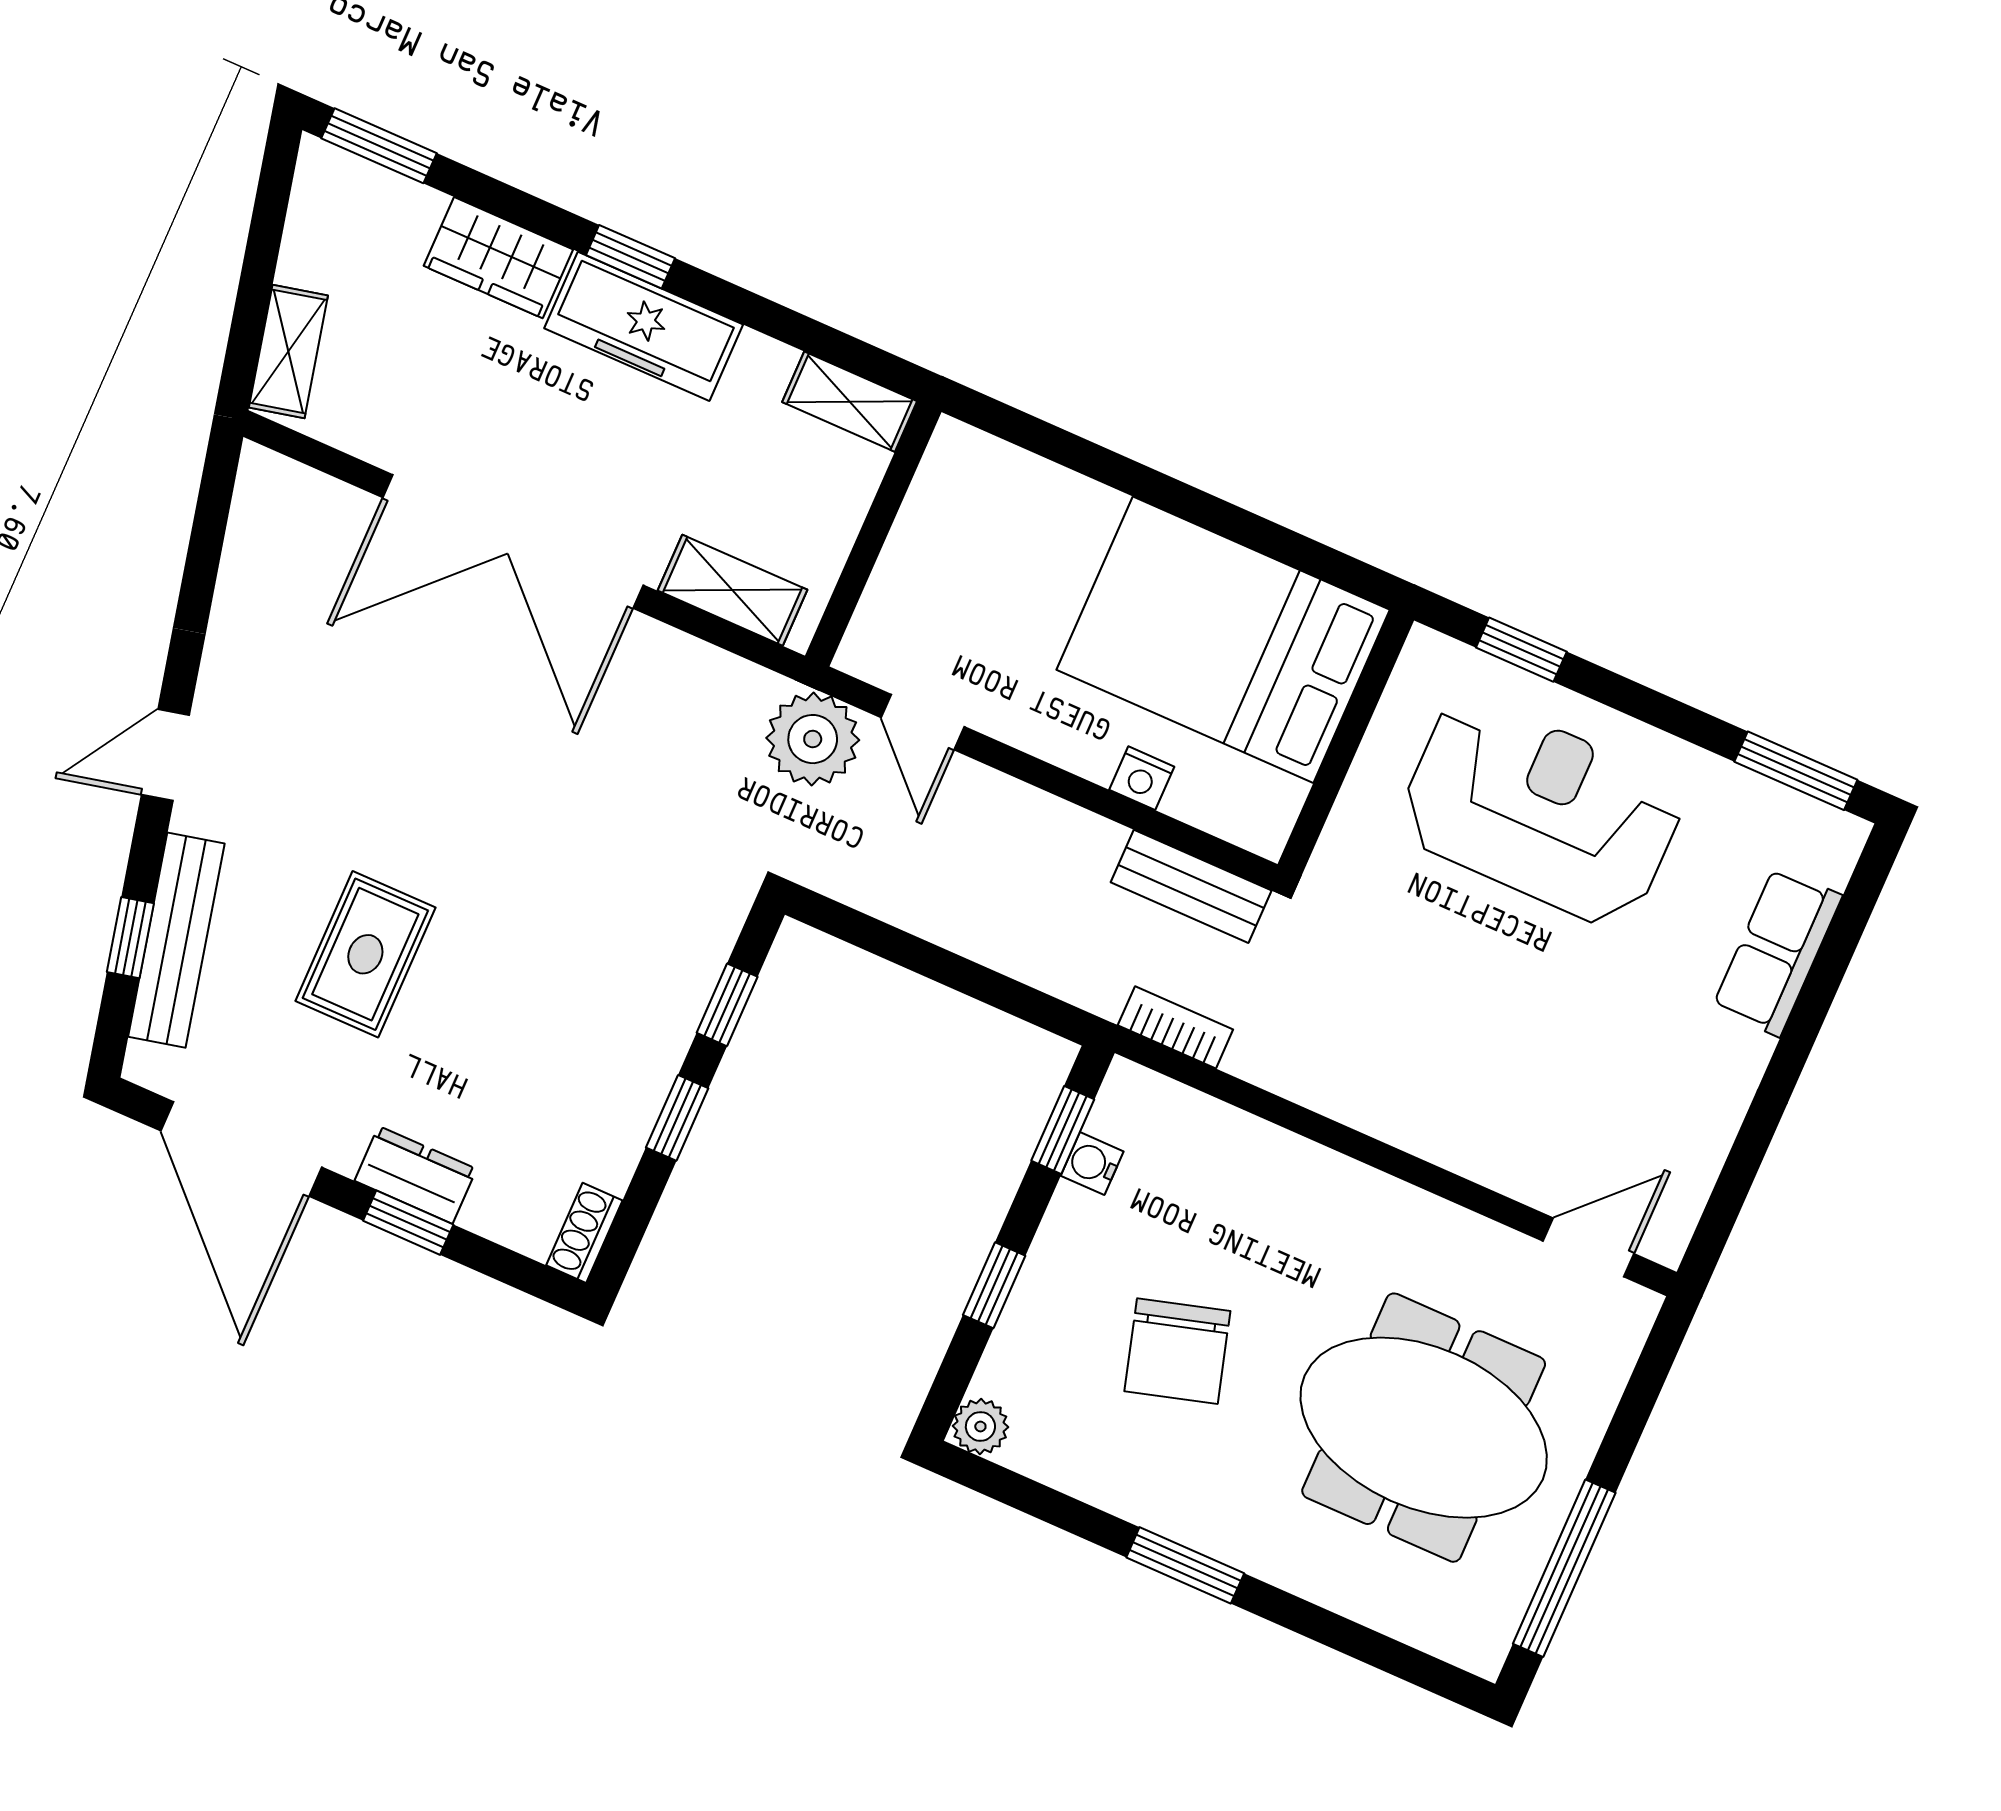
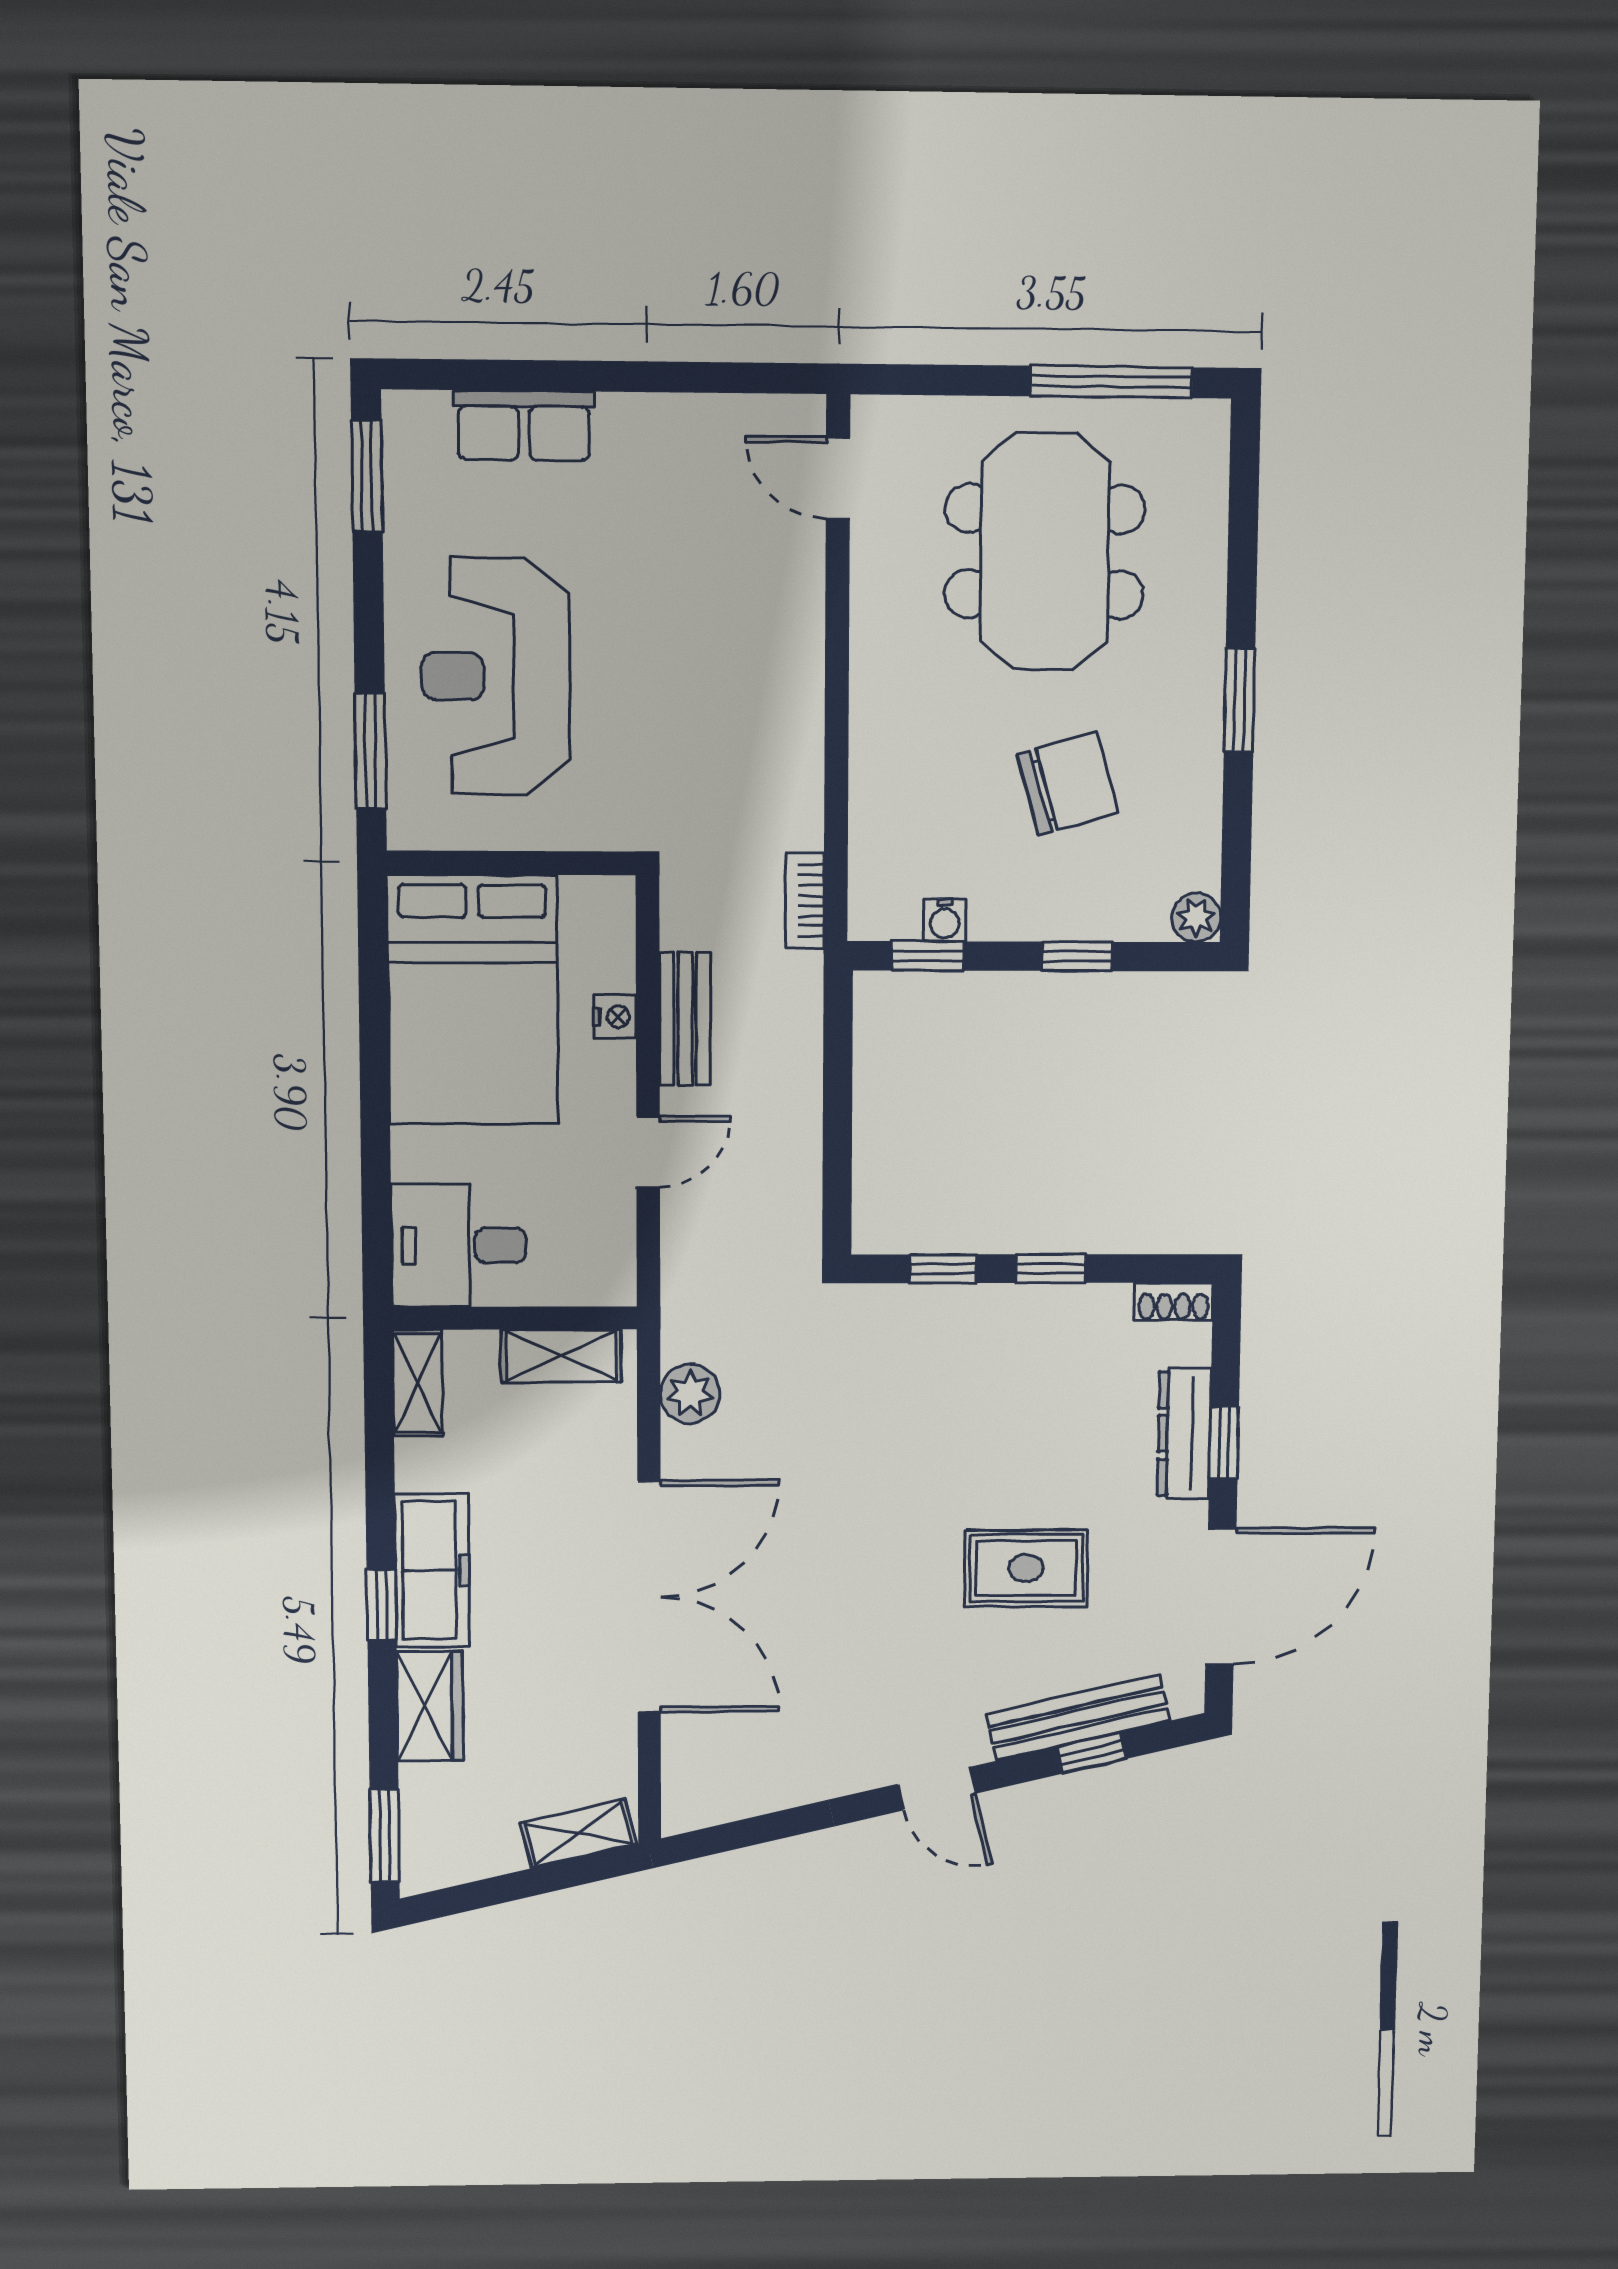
desk: (975, 510) -> (459, 1245), added
shelving: (732, 590) -> (561, 1356), moved, turned 90
window: (1521, 650) -> (370, 751), width x1.50
door: (923, 722) -> (648, 1151), moved
plant: (813, 739) -> (690, 1394), moved, width x0.73, depth x0.73
bench: (1191, 886) -> (685, 1019), moved
dresser: (415, 1175) -> (1184, 1434), width x1.44

